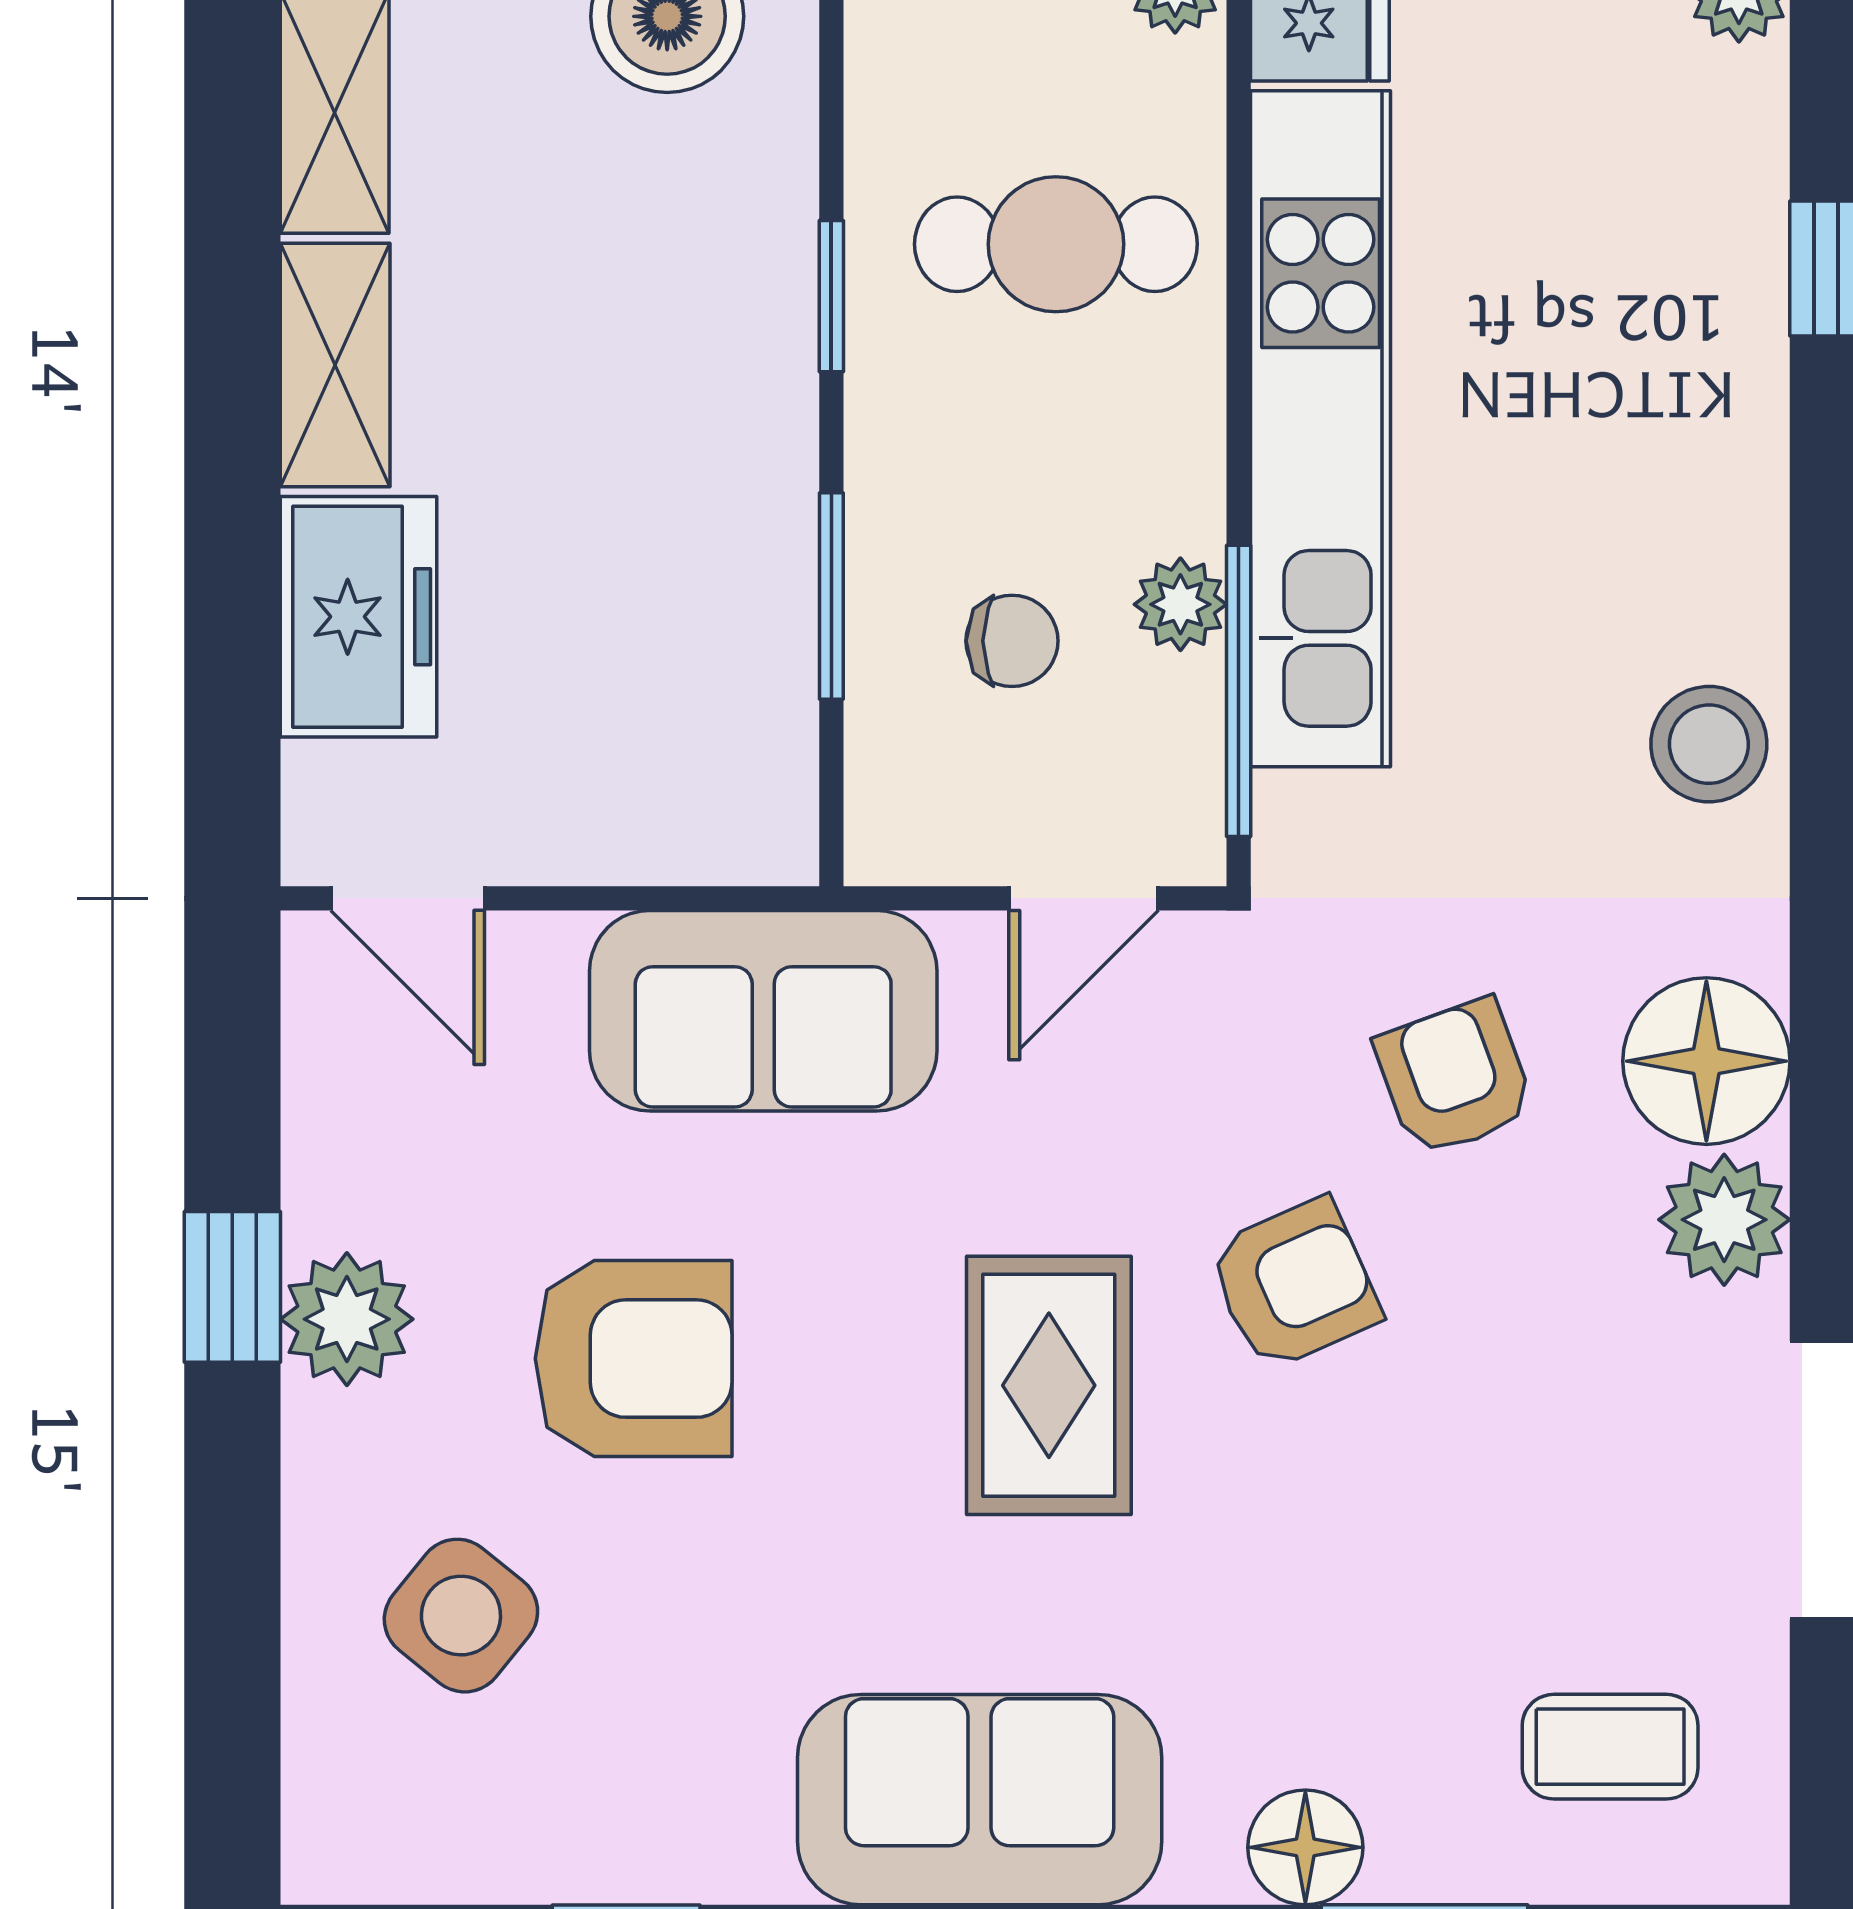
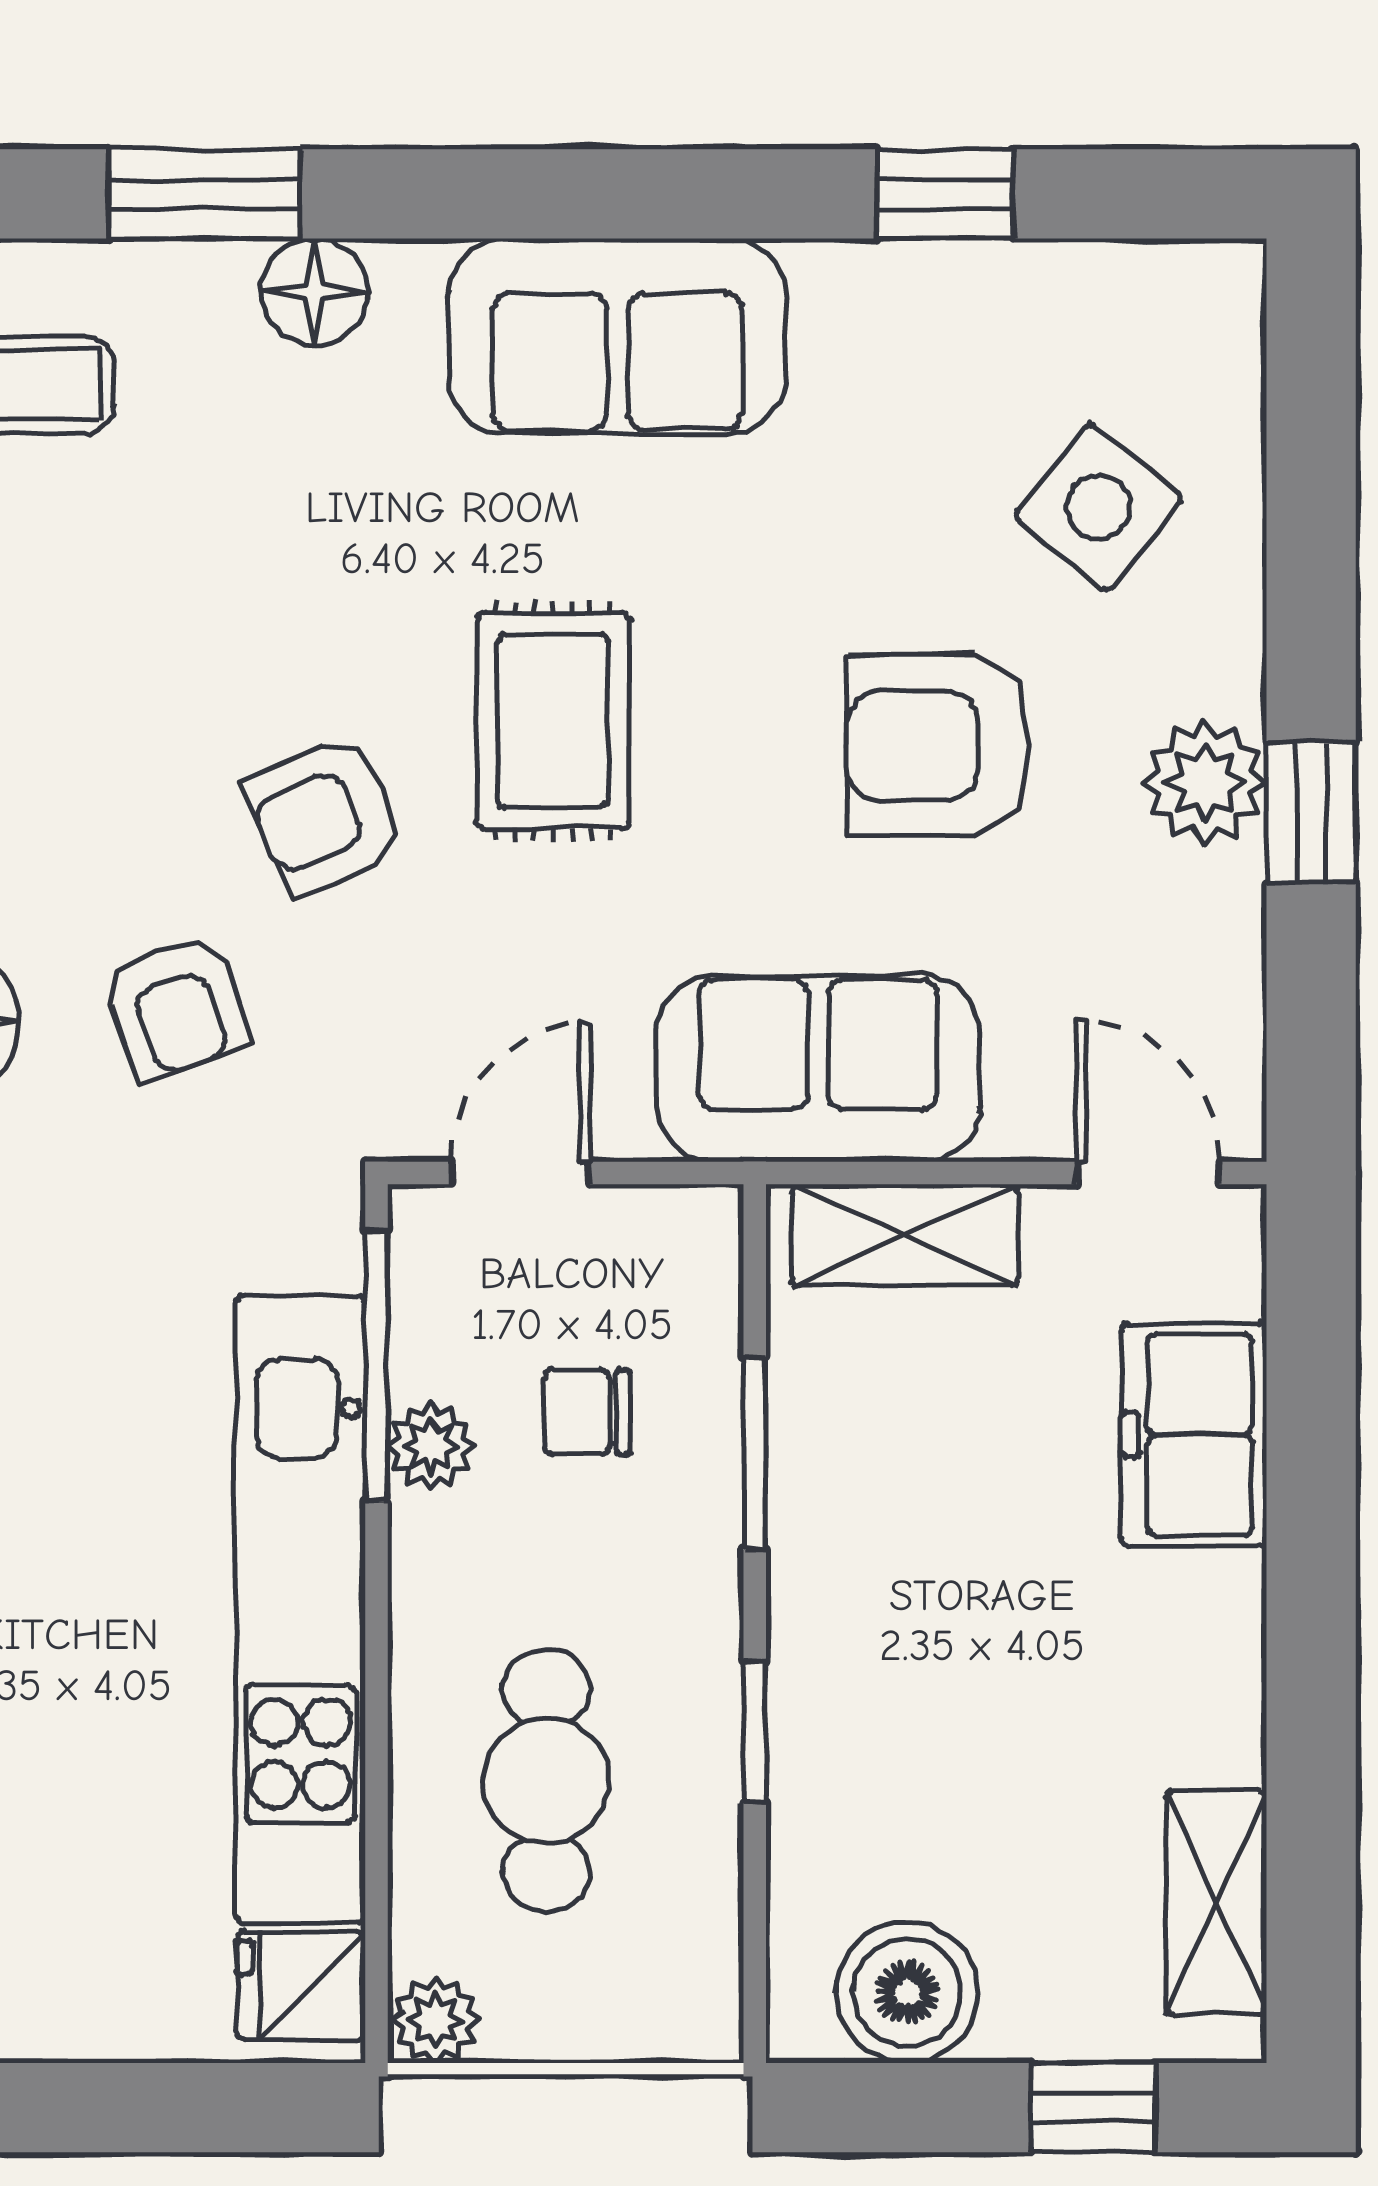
cafe table: (1056, 244) -> (546, 1781), turned 90
shelving: (335, 365) -> (905, 1235), moved, turned 90

